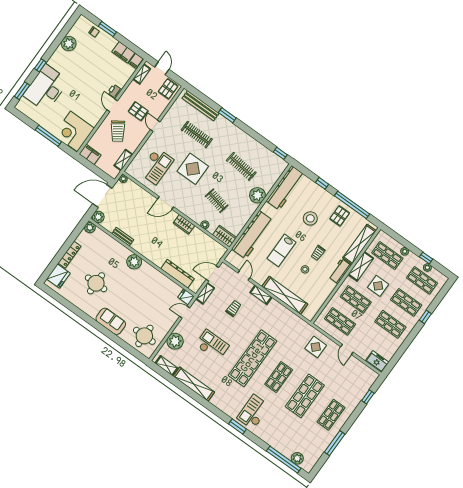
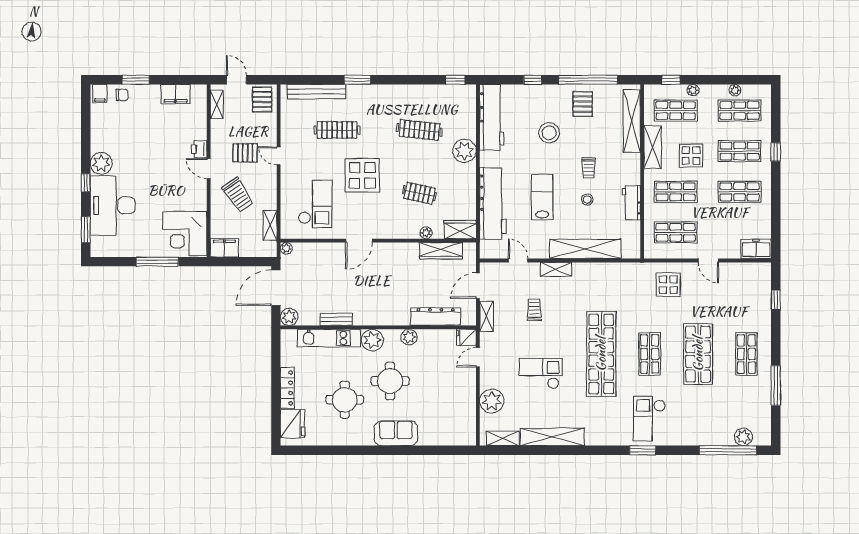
plant: (69, 44) -> (101, 163), moved
filing cabinet: (136, 61) -> (100, 94), moved
wardrobe: (184, 224) -> (441, 251), moved, width x1.50
plant: (90, 228) -> (409, 337), moved
kitchen unit: (111, 244) -> (329, 338), added
lab bench: (282, 250) -> (542, 197), turned 180
window: (426, 258) -> (671, 80), moved
workbench: (340, 271) -> (631, 203), moved
round table: (144, 336) -> (390, 381), moved

